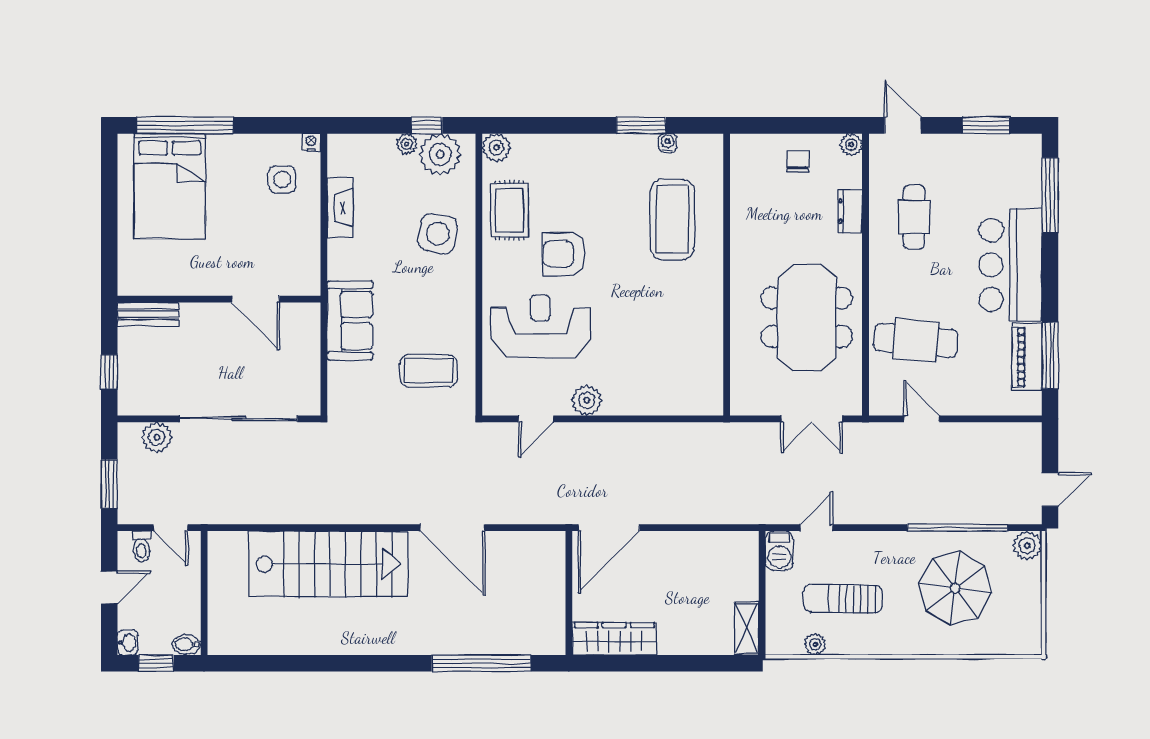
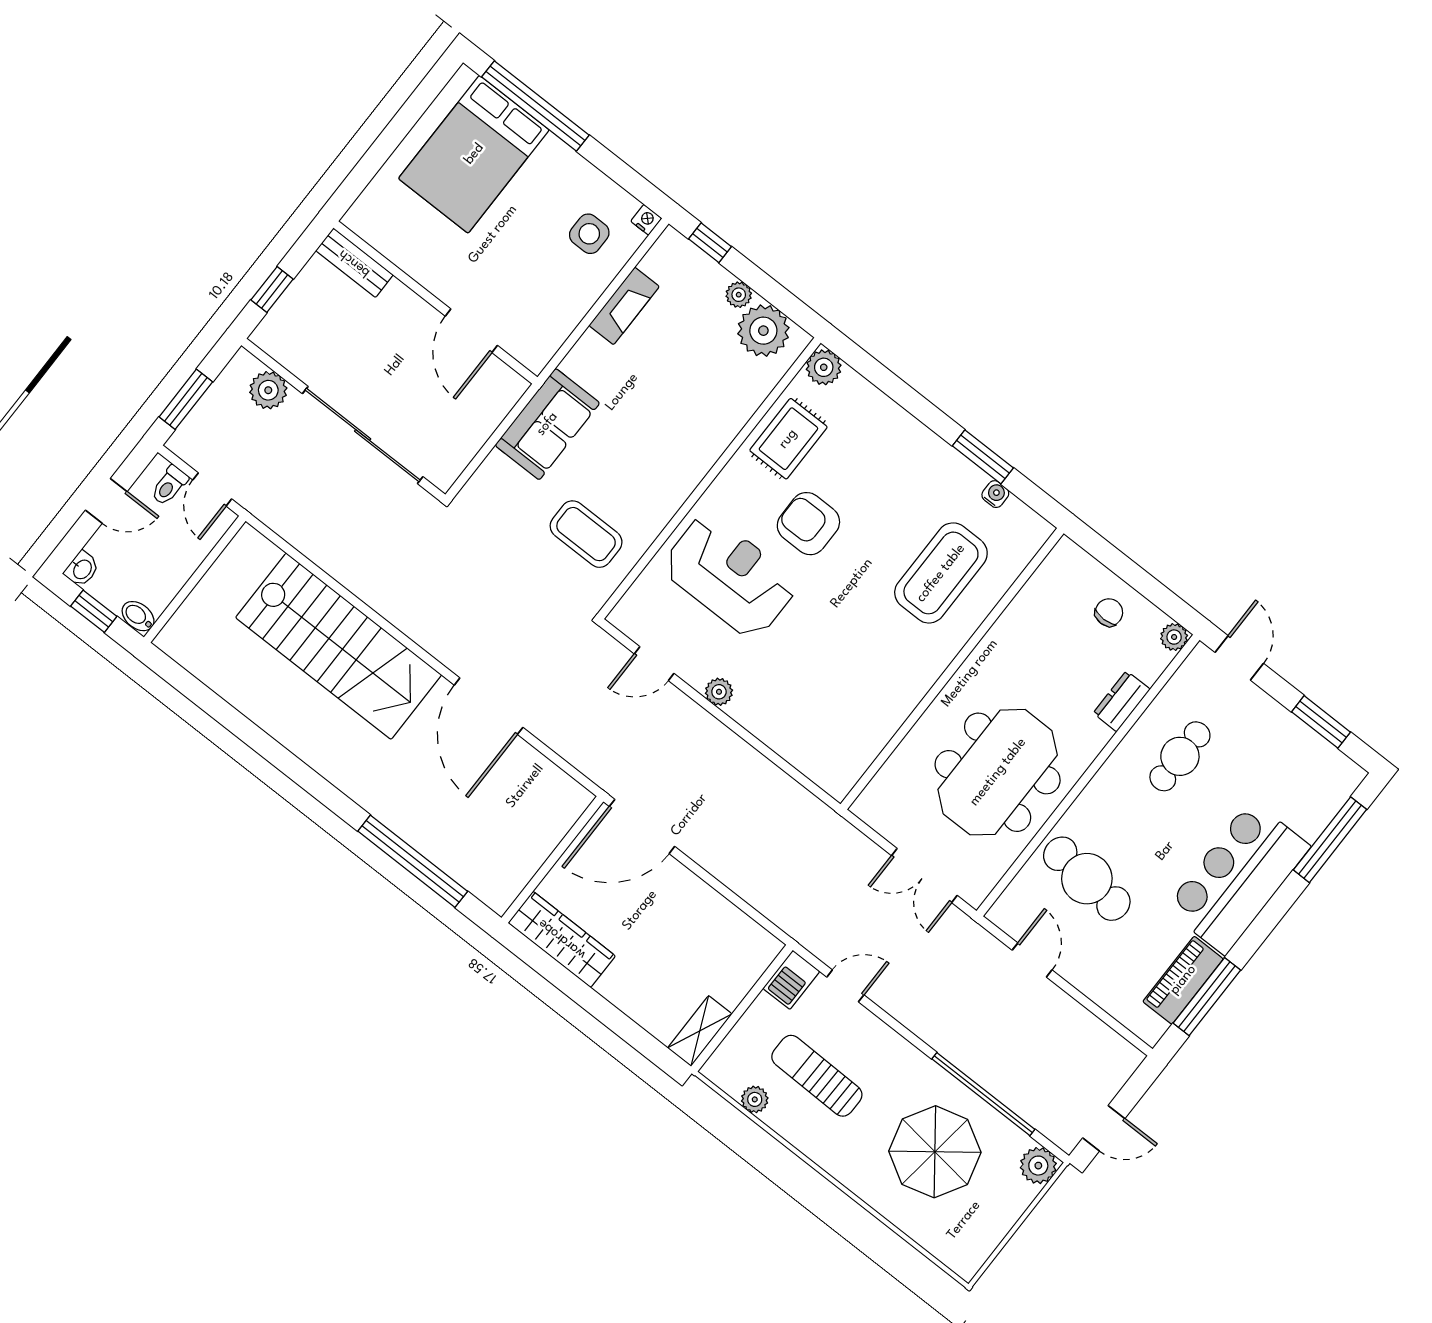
window: (427, 125) -> (710, 243), moved
side table: (438, 234) -> (700, 407), removed
plant: (587, 400) -> (719, 692), width x0.73, depth x0.73

